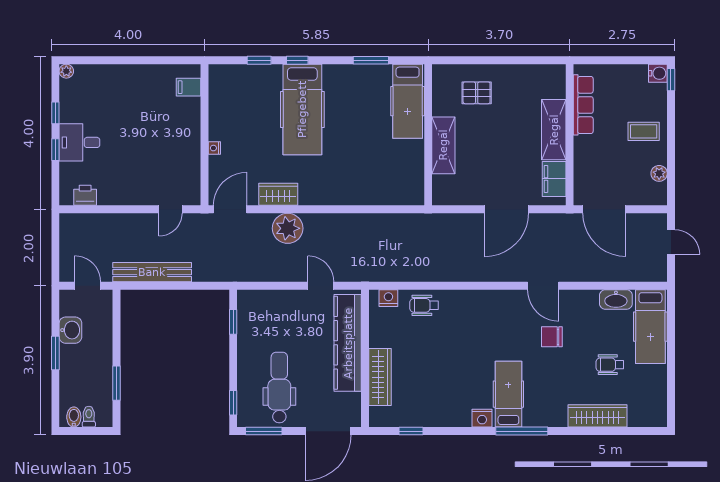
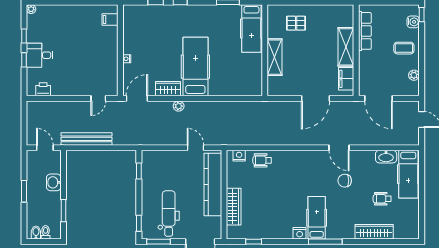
water cooler: (658, 73) -> (413, 22), moved
hospital bed: (302, 109) -> (195, 67), moved, turned 180
plant: (288, 228) -> (179, 106), width x0.53, depth x0.53
washbasin: (70, 330) -> (54, 182), moved, turned 180

